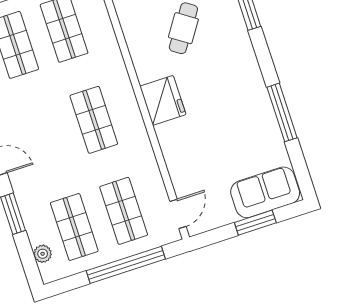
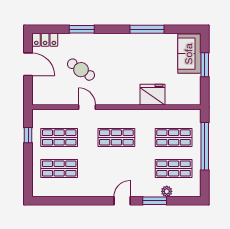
fridge: (163, 100) -> (153, 95), moved
door: (178, 214) -> (87, 107), moved
plant: (43, 254) -> (167, 191), moved

